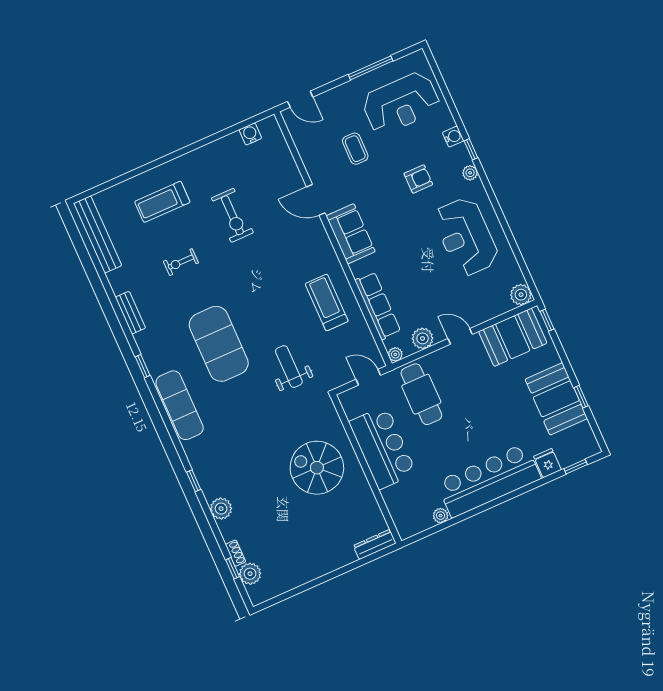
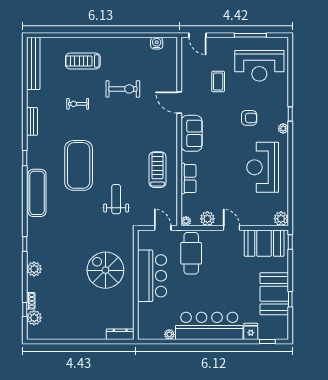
water cooler: (453, 137) -> (283, 101), removed
exercise bike: (232, 215) -> (123, 89), turned -90
row of seats: (378, 306) -> (188, 179), width x0.68

